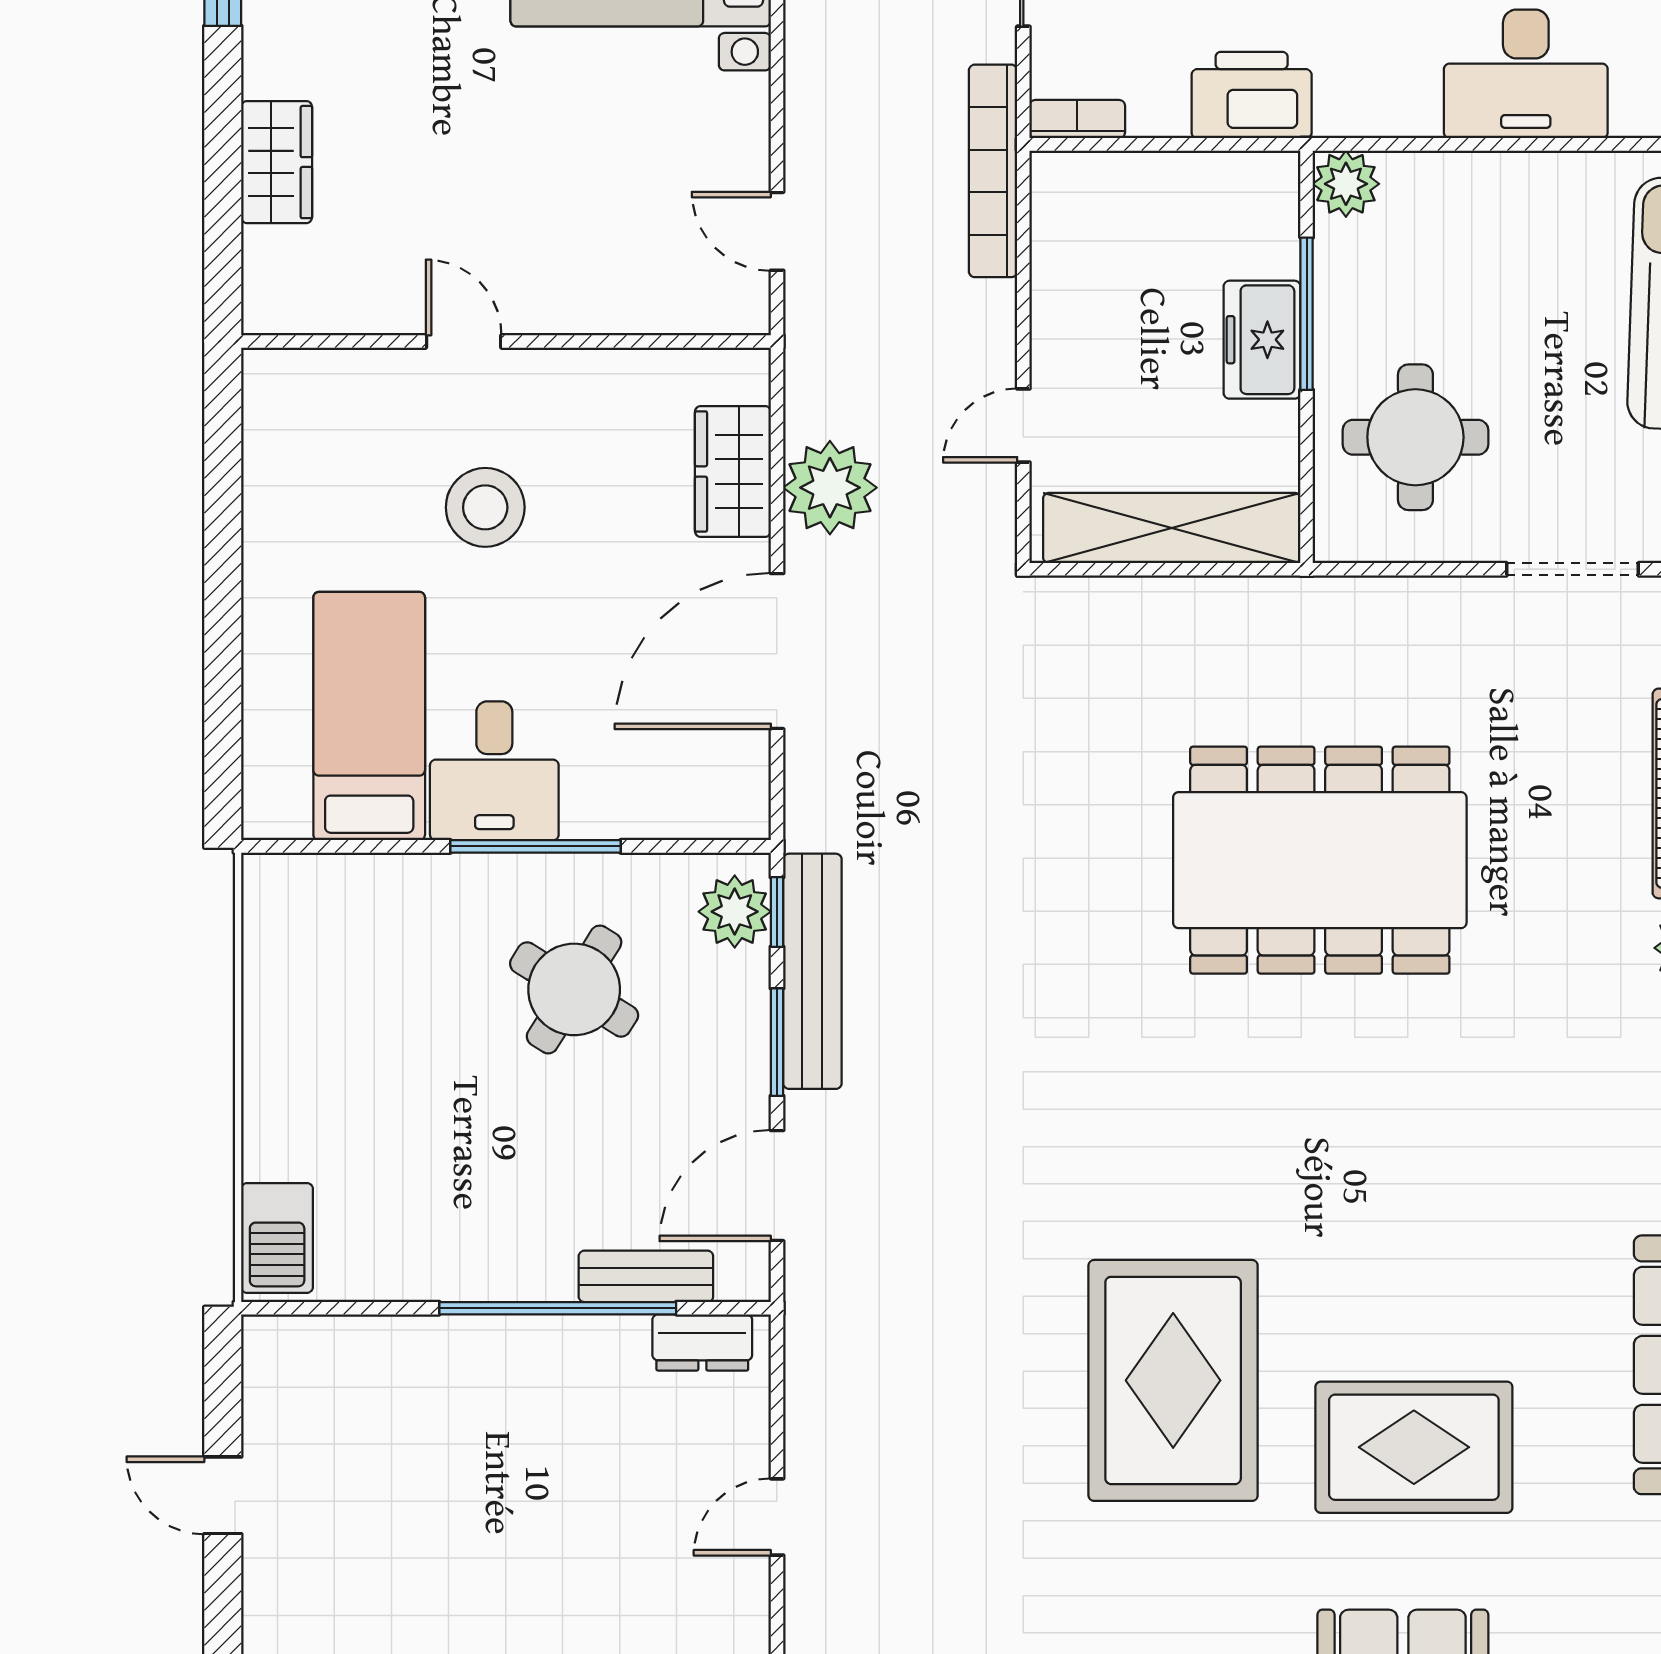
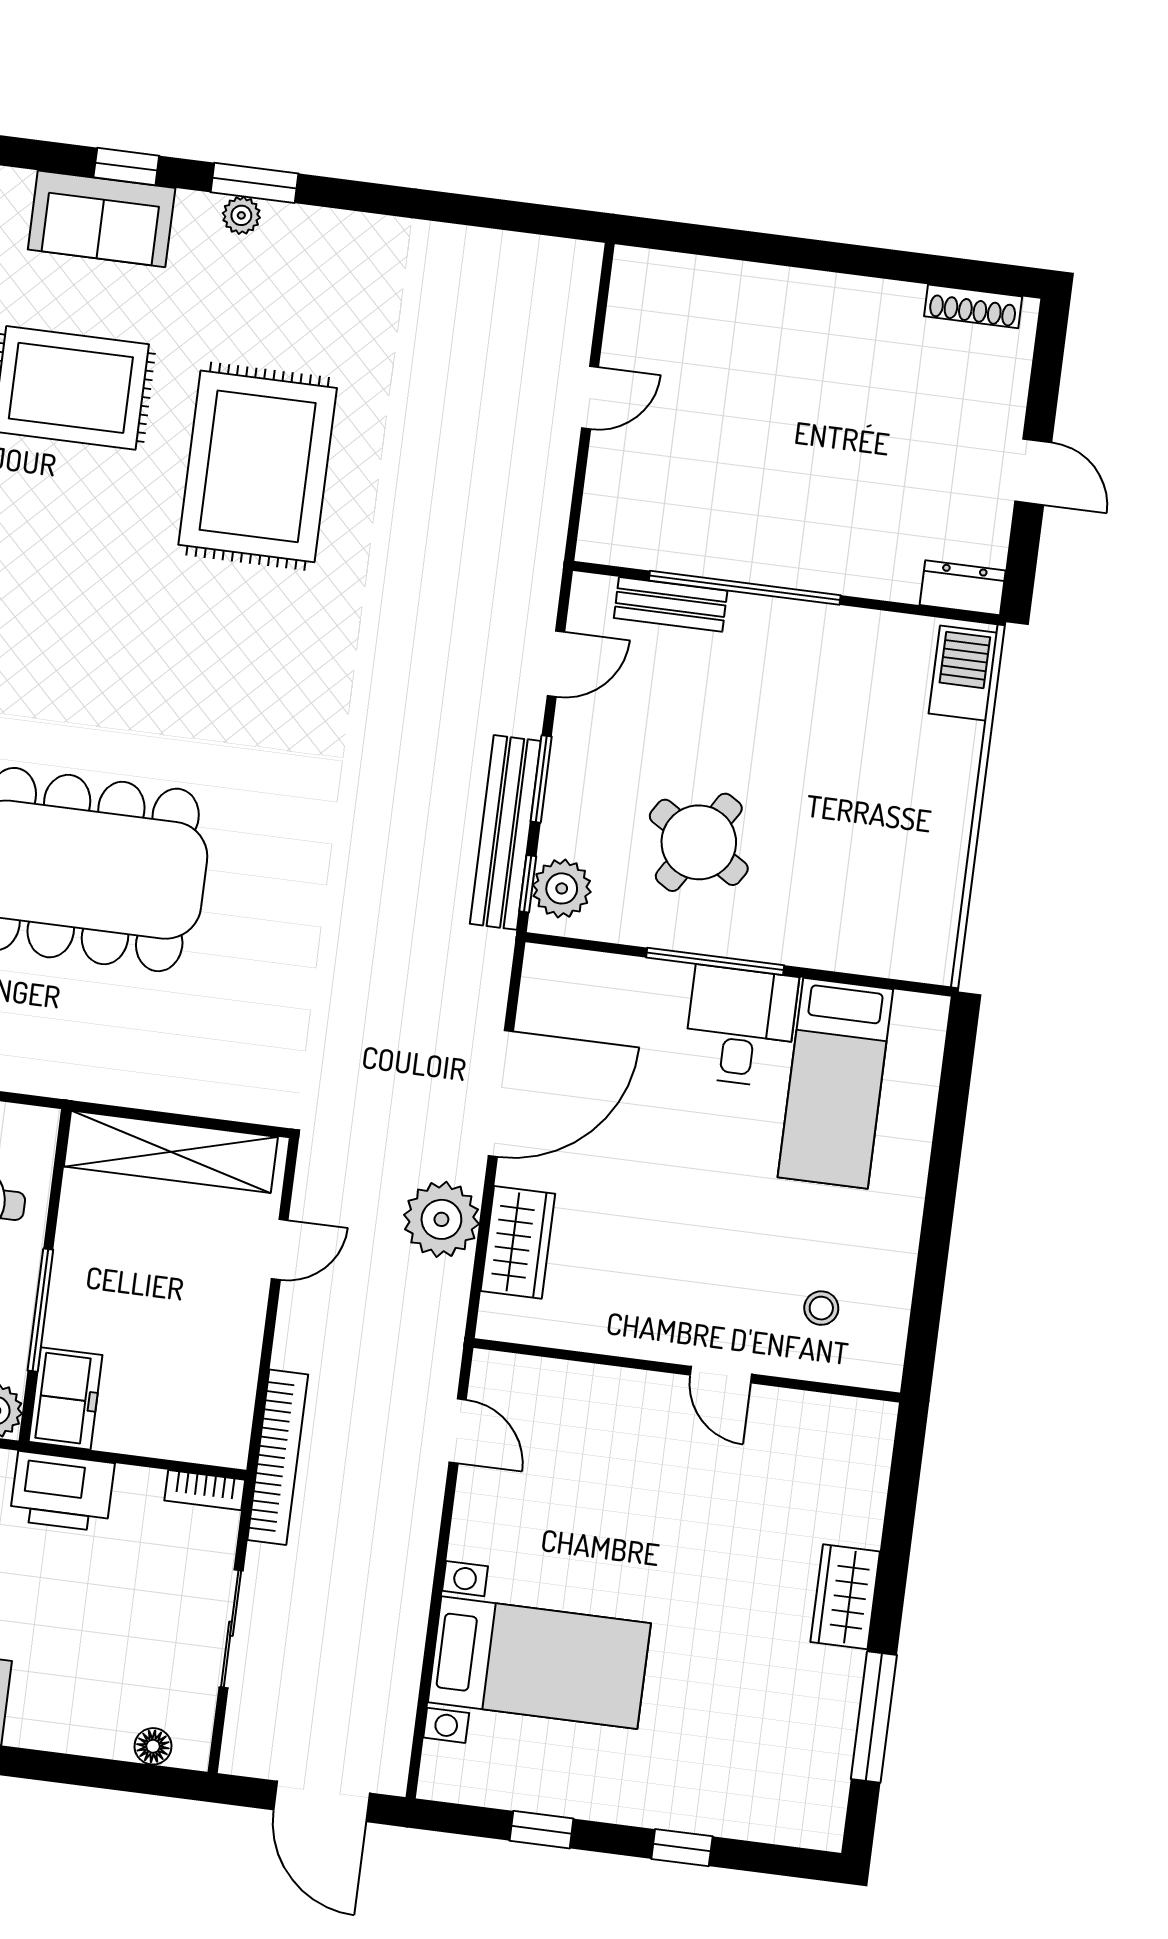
wardrobe: (277, 162) -> (845, 1597), moved
freezer: (1262, 340) -> (66, 1398), moved
stool: (485, 507) -> (821, 1308), moved, width x0.53, depth x0.53
door: (777, 1186) -> (556, 664), width x0.73
dresser: (702, 1342) -> (963, 588), moved

